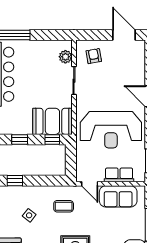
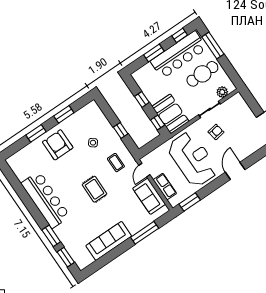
armchair: (94, 56) -> (216, 132), moved
cafe table: (35, 64) -> (202, 74), added
reception desk: (111, 130) -> (193, 159), turned 180
window: (15, 181) -> (121, 130), moved

